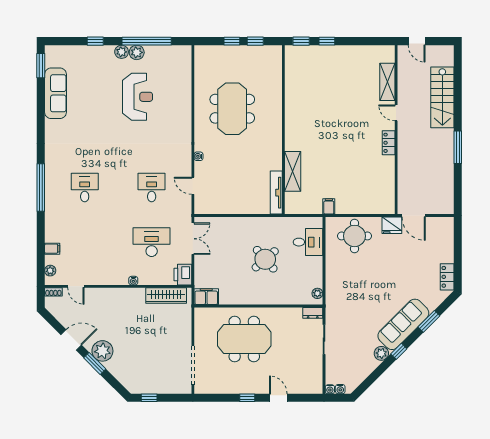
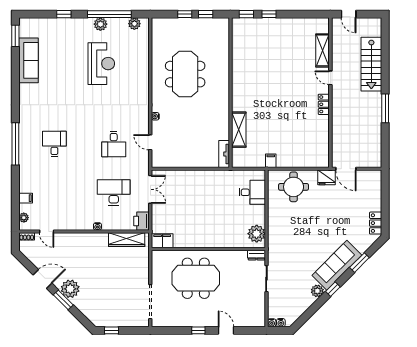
plant: (122, 52) -> (134, 24), moved
desk: (152, 188) -> (114, 144), turned 180
tv unit: (276, 193) -> (224, 154), width x0.71
round table: (265, 259) -> (214, 208), removed
plant: (317, 293) -> (257, 234), width x1.88, depth x1.88

